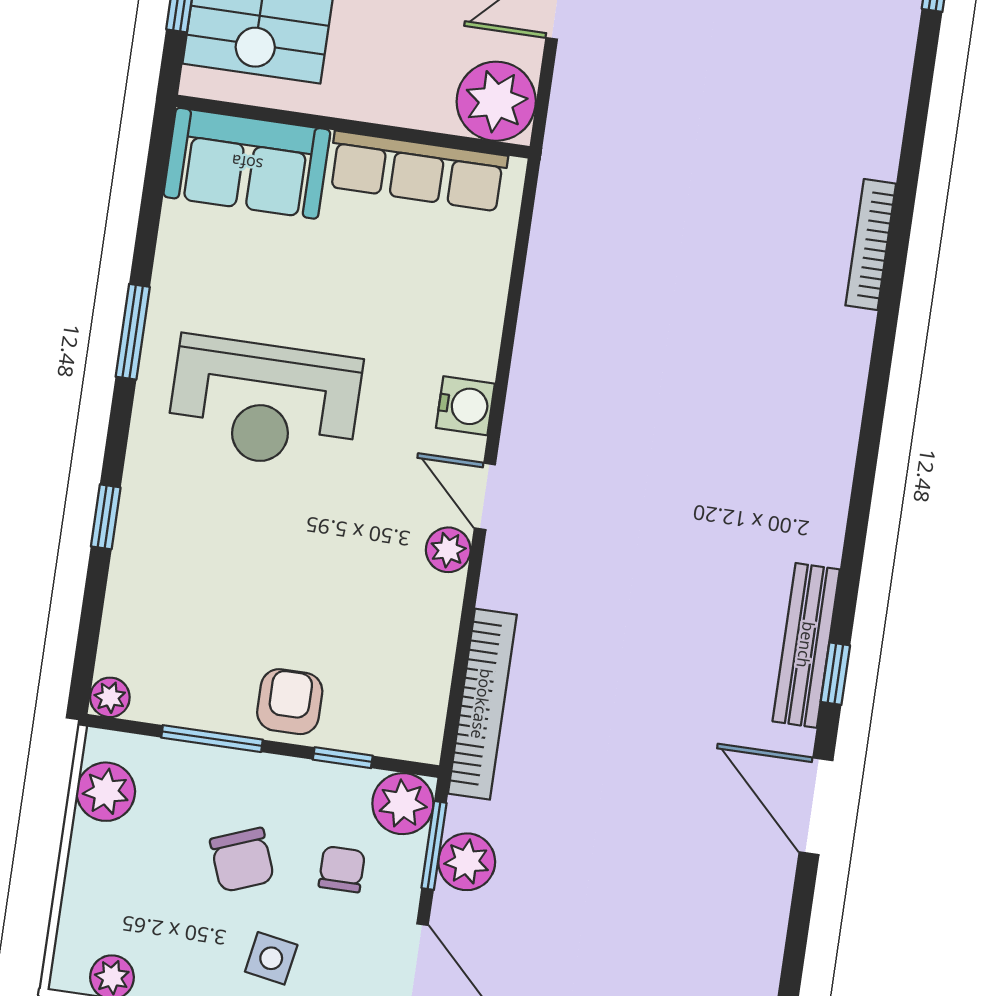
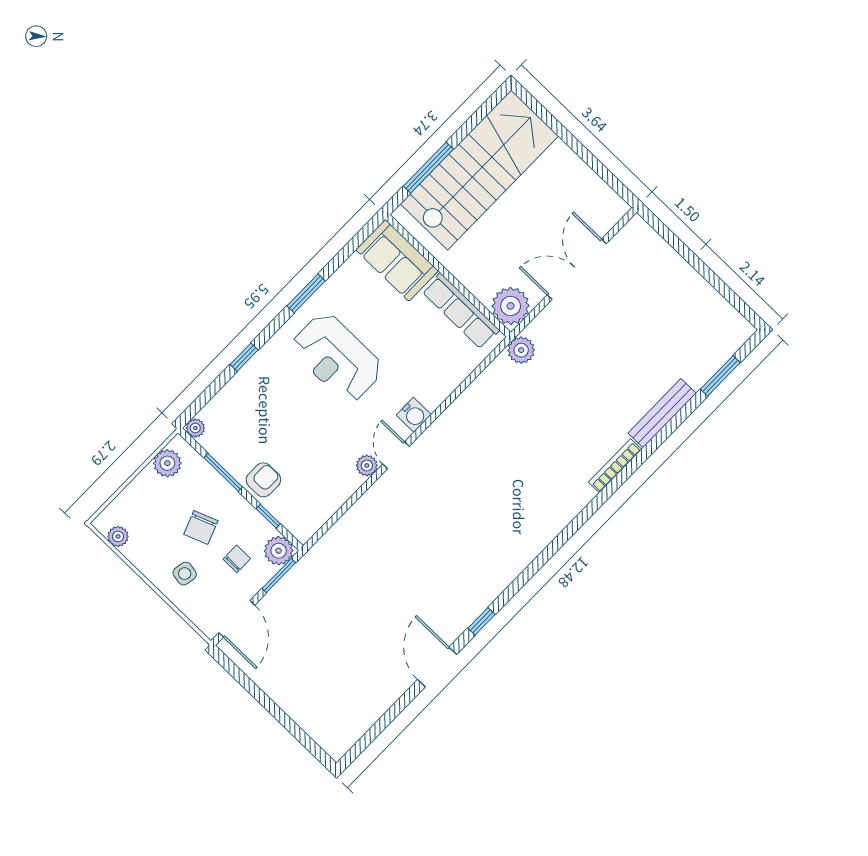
bench: (806, 645) -> (662, 413), moved
bookcase: (482, 704) -> (337, 535), removed
plant: (467, 862) -> (521, 350), moved

